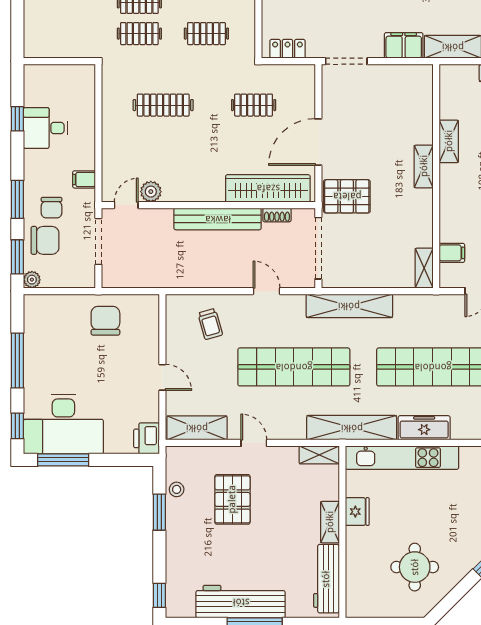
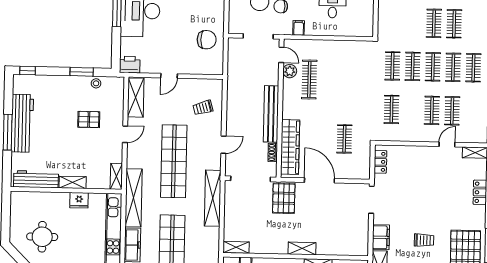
clothes rail: (163, 105) -> (309, 79), moved
pallet: (232, 499) -> (89, 119), width x0.67, depth x0.71

